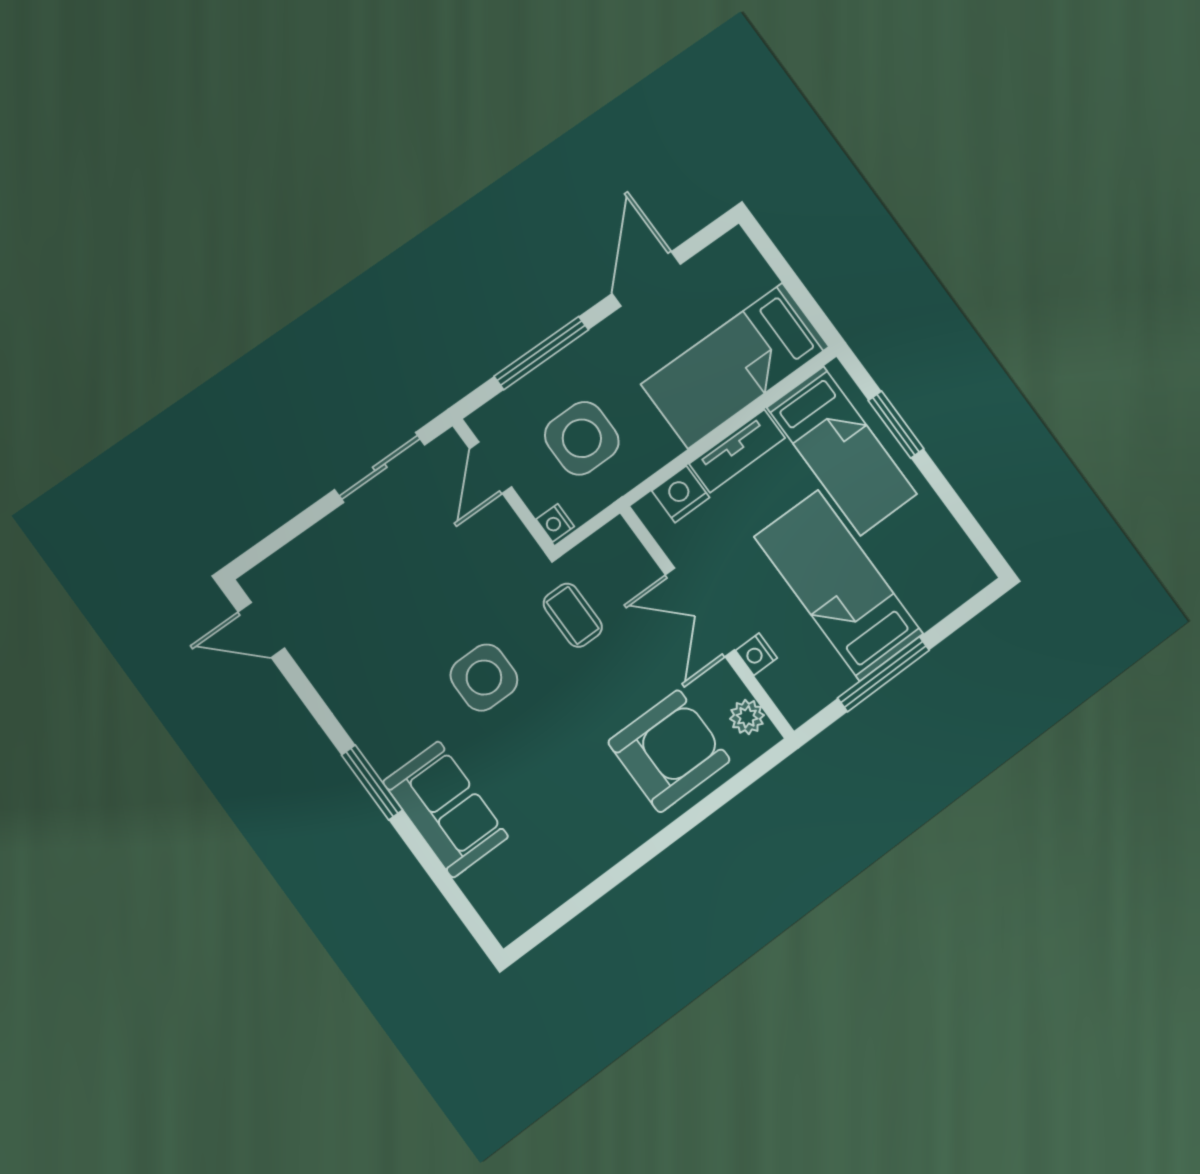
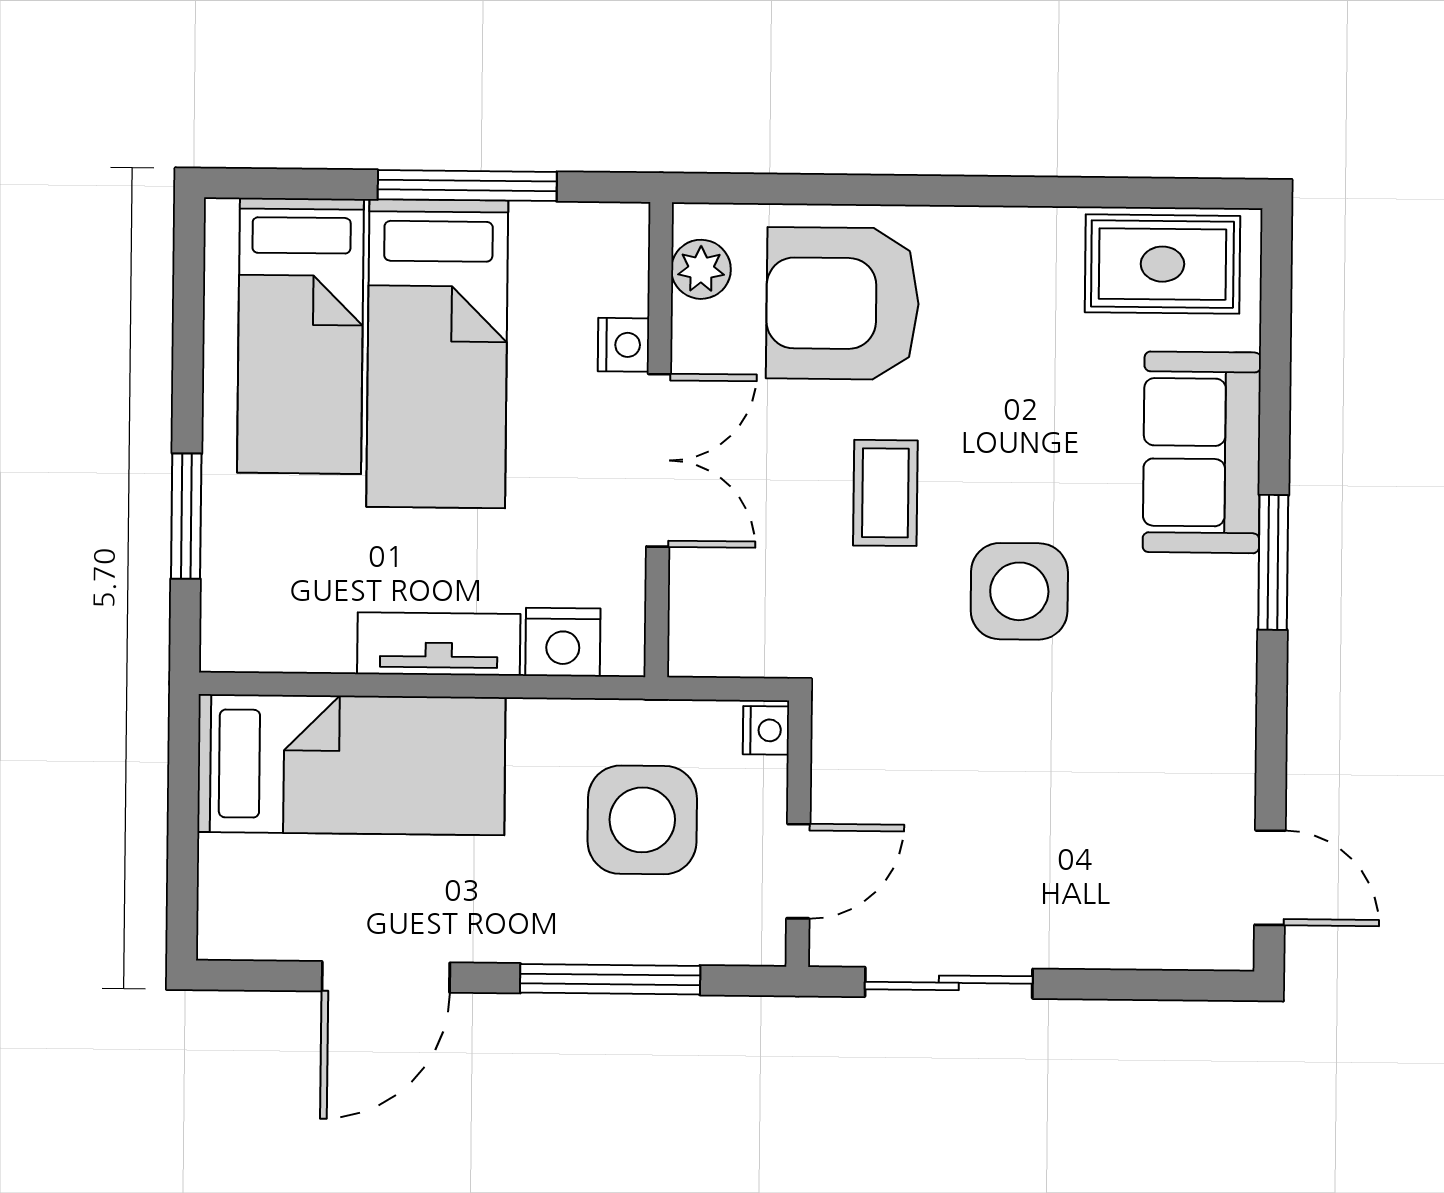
bed: (842, 451) -> (300, 336), moved, turned 180
coffee table: (573, 615) -> (885, 493), moved
rug: (532, 885) -> (1162, 264), added

